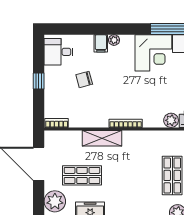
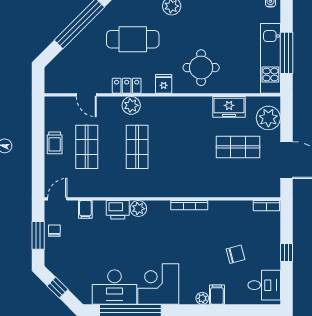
shelving: (102, 138) -> (216, 189), removed

